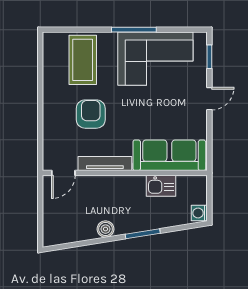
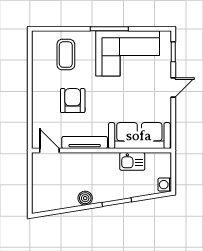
coffee table: (83, 60) -> (66, 55), width x0.73, depth x0.76
door: (63, 173) -> (49, 151), swing flipped

